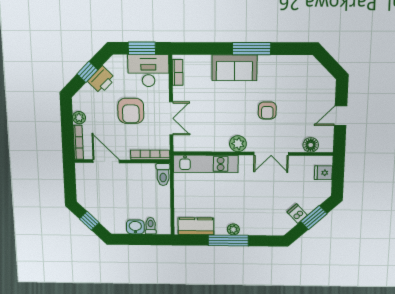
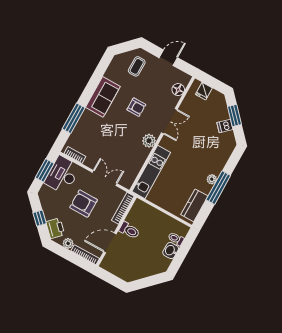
window: (252, 49) -> (74, 118), moved
sofa: (234, 68) -> (103, 97), moved
printer: (101, 80) -> (55, 228), moved
coffee table: (313, 87) -> (137, 66), added
armchair: (131, 111) -> (84, 204), turned 180
door: (341, 116) -> (168, 58), swing flipped
toilet: (163, 174) -> (129, 230), moved
window: (89, 221) -> (147, 282), removed

